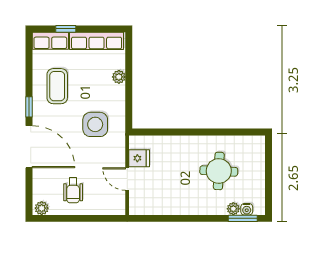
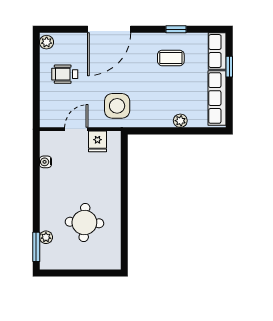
coffee table: (57, 86) -> (171, 58), width x0.73, depth x0.77
window: (29, 107) -> (176, 29), moved
side table: (95, 124) -> (117, 106), moved
water cooler: (247, 209) -> (45, 162), moved

